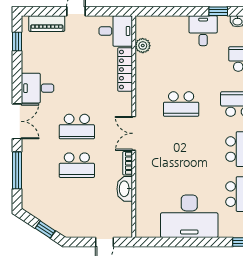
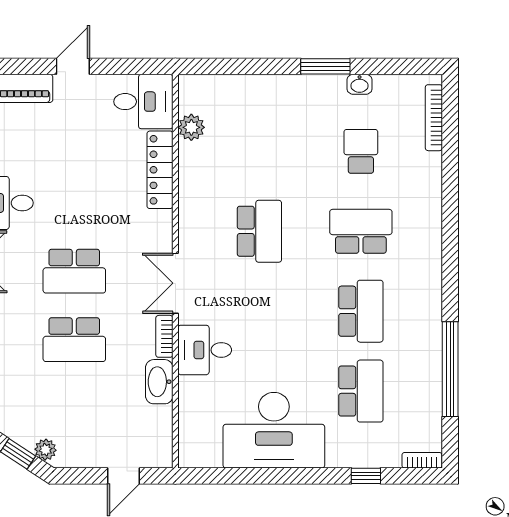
window: (218, 11) -> (325, 66), width x1.50
desk: (203, 31) -> (205, 350), moved, turned -90
school desk: (181, 104) -> (259, 231), turned -90
plant: (61, 227) -> (46, 450), added

